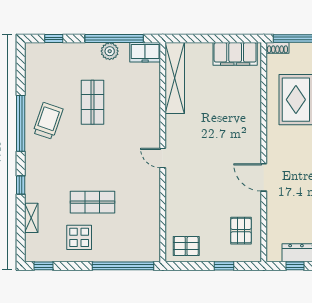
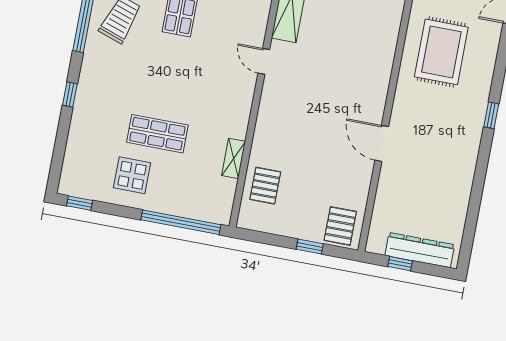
door: (163, 158) -> (264, 61), moved
shelving: (31, 218) -> (234, 158), moved
pallet: (241, 231) -> (340, 226), moved
pallet: (186, 246) -> (265, 186), moved, turned 90

